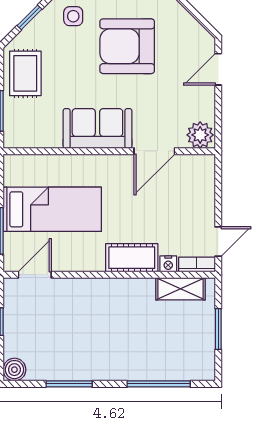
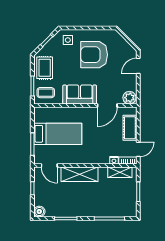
coffee table: (28, 124) -> (46, 93), added
cot: (132, 258) -> (130, 128), moved, turned 90
door: (35, 275) -> (49, 166), swing flipped
shelving: (97, 293) -> (80, 174), added

